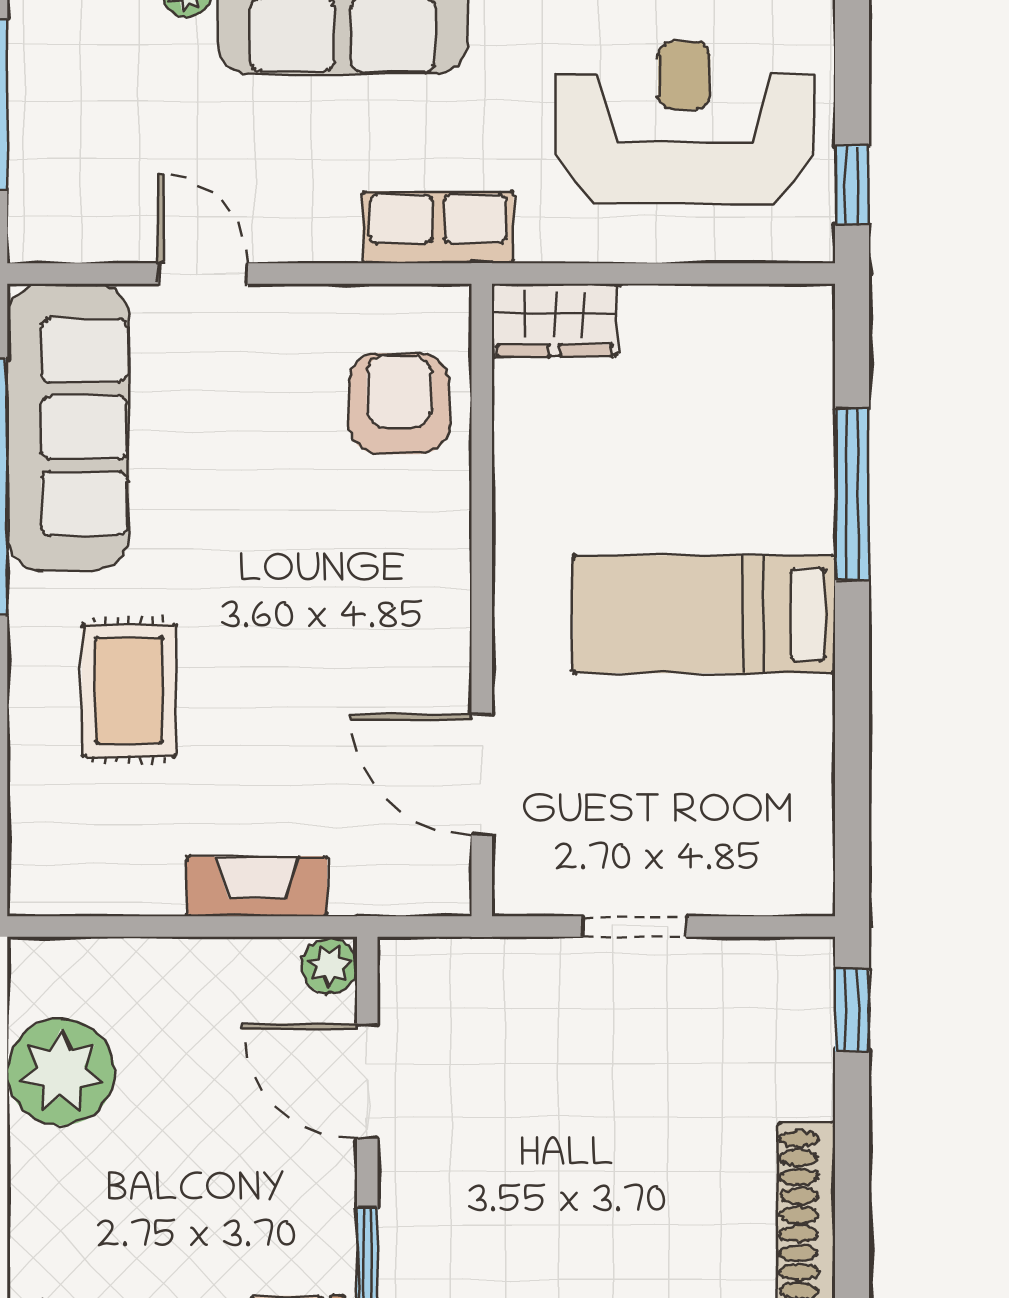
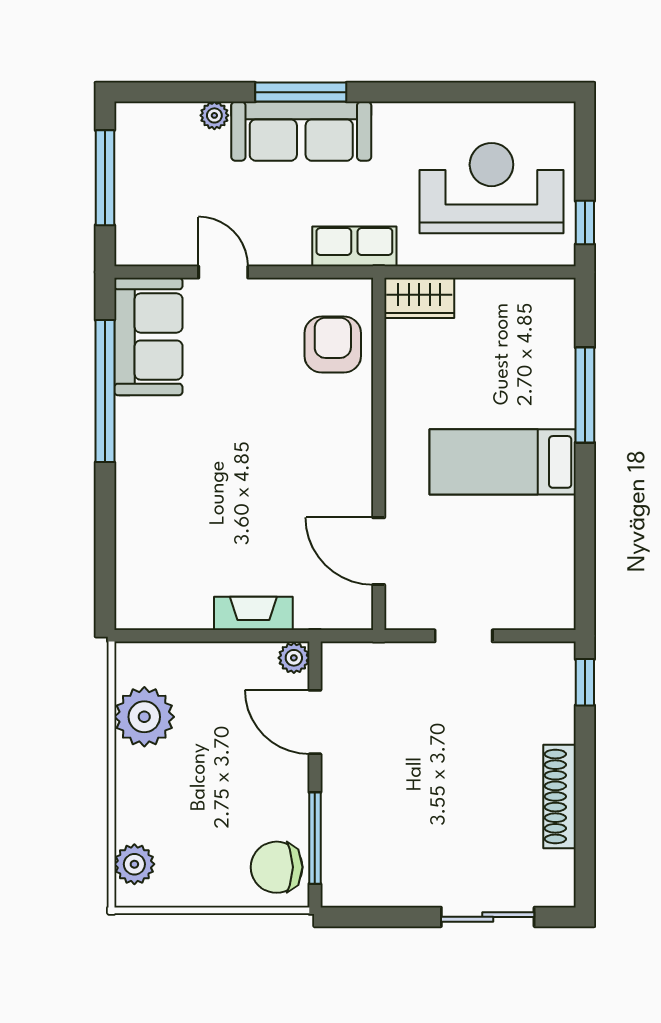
sofa: (68, 427) -> (148, 337), width x0.73
rug: (129, 690) -> (182, 504), removed

